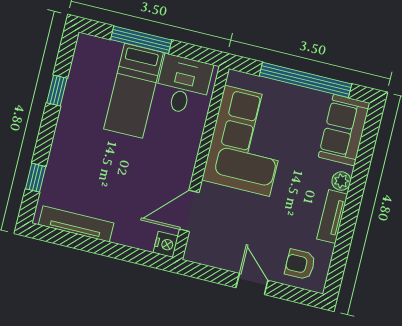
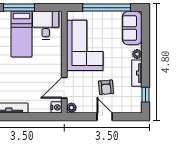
plant: (194, 252) -> (72, 108), added
window: (339, 261) -> (146, 95), added
armchair: (300, 264) -> (106, 87), moved, turned -95

